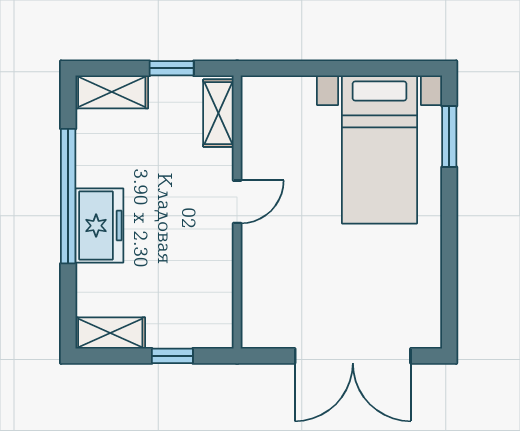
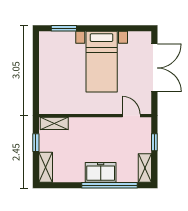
bed with nightstands: (380, 150) -> (102, 62), moved, turned 90
window: (68, 196) -> (110, 185), moved
door: (237, 202) -> (131, 116), moved

